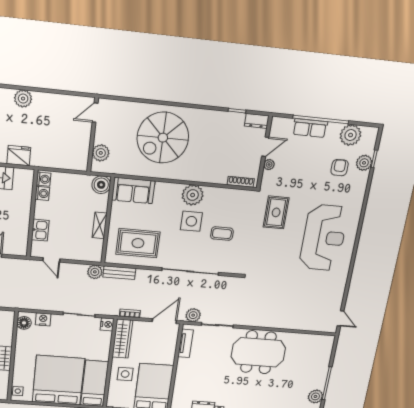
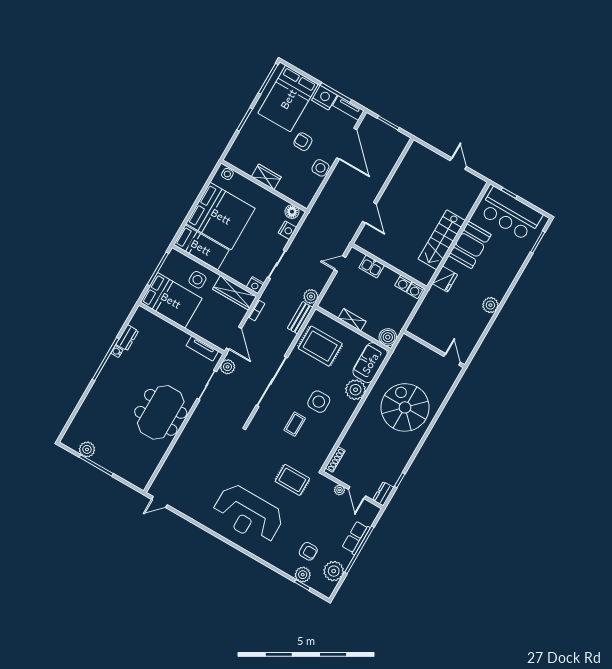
plant: (101, 153) -> (416, 349), removed
plant: (193, 195) -> (355, 390), moved
rug: (138, 243) -> (320, 346), turned 90

